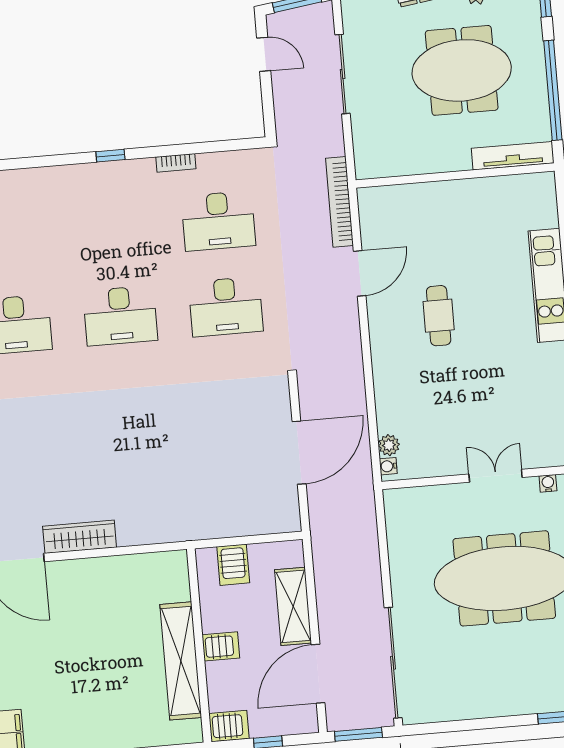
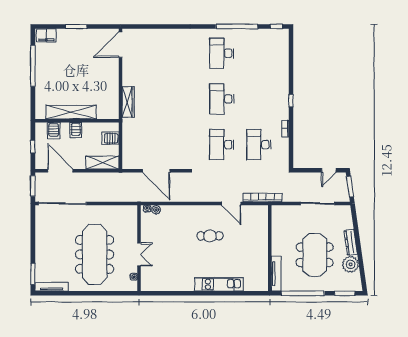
wardrobe: (80, 537) -> (128, 102), moved
shelving: (293, 606) -> (102, 163), moved
server rack: (229, 726) -> (54, 131), moved

